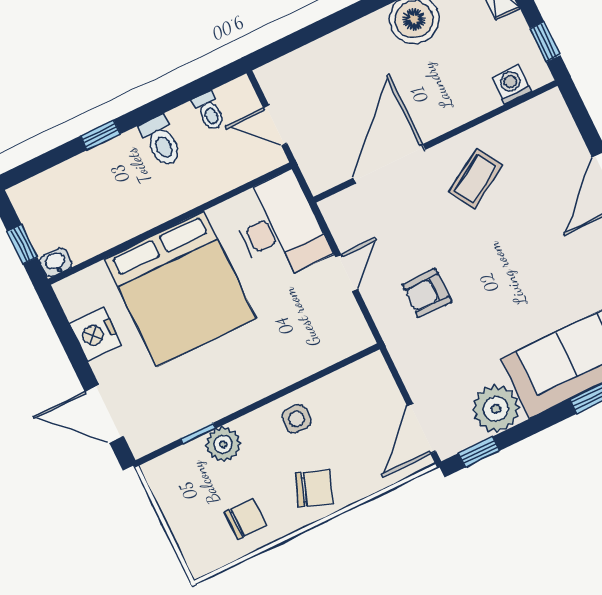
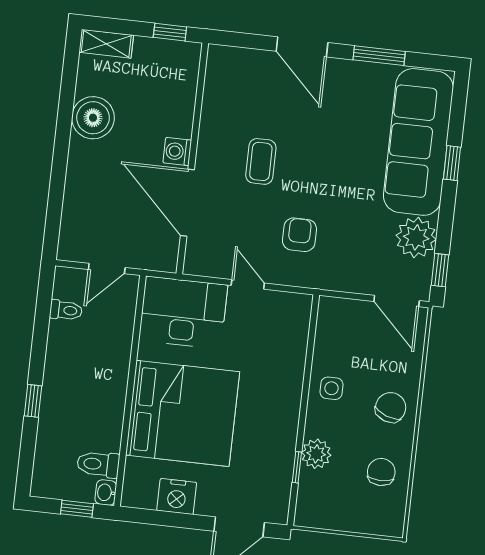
washing machine: (512, 84) -> (177, 151), moved
toilet: (161, 141) -> (98, 464), moved, turned 180
coffee table: (476, 179) -> (261, 161), moved, turned 31
armchair: (427, 293) -> (299, 235), turned 180

